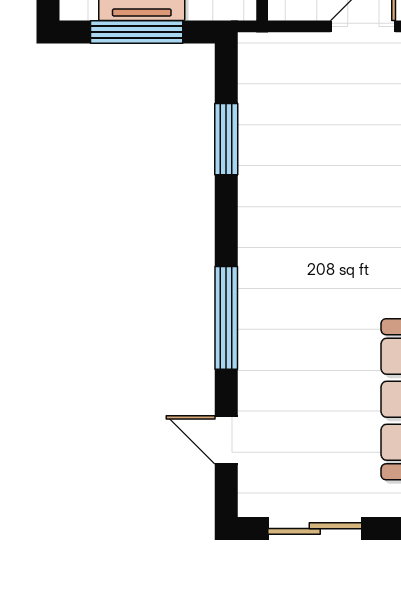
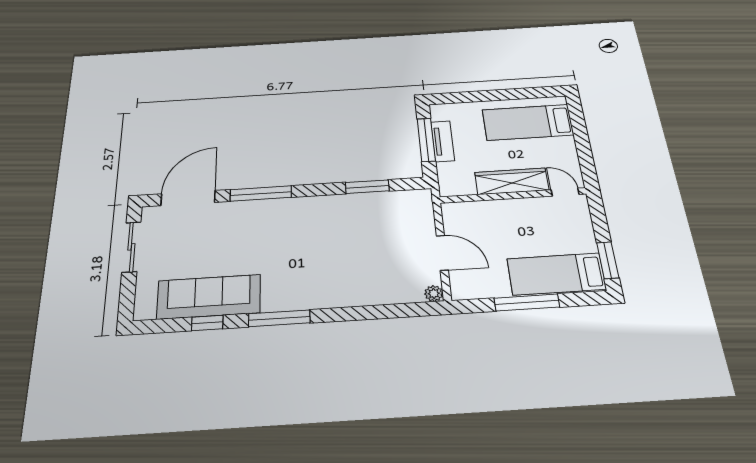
door: (226, 440) -> (188, 198), width x1.87

